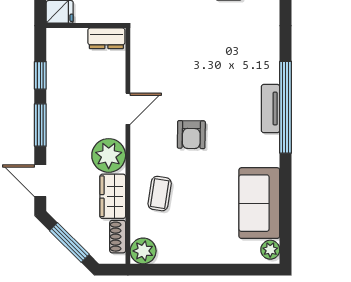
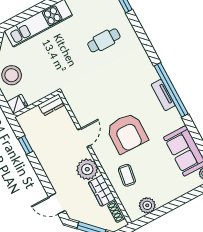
window: (40, 125) -> (40, 173), removed
armchair: (191, 135) -> (127, 133), width x1.88, depth x1.88
plant: (143, 251) -> (147, 205), moved

